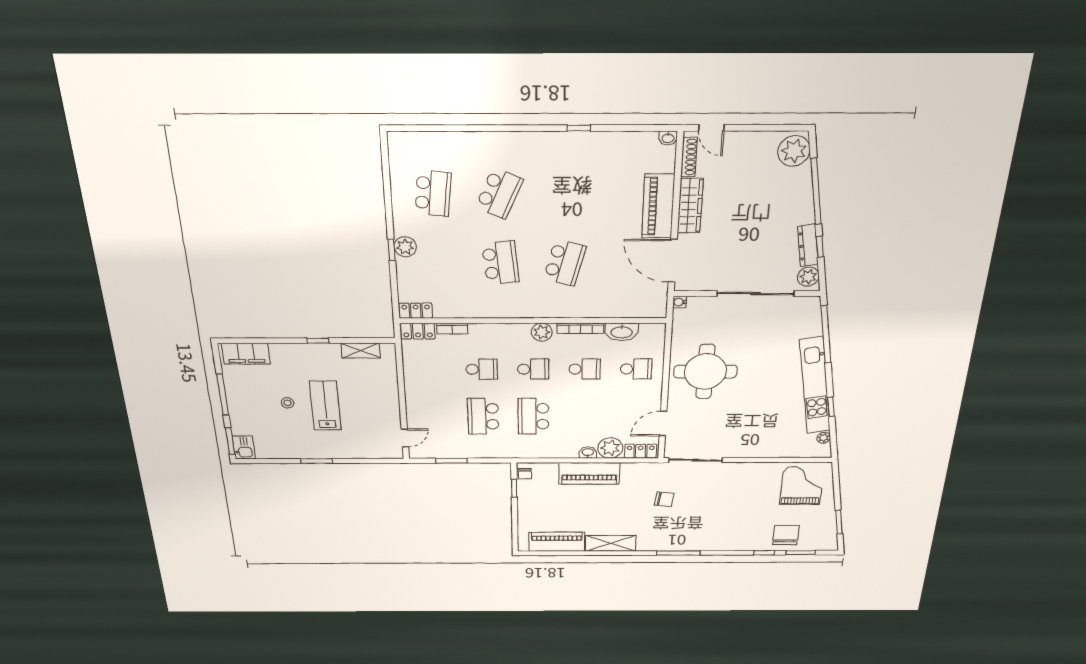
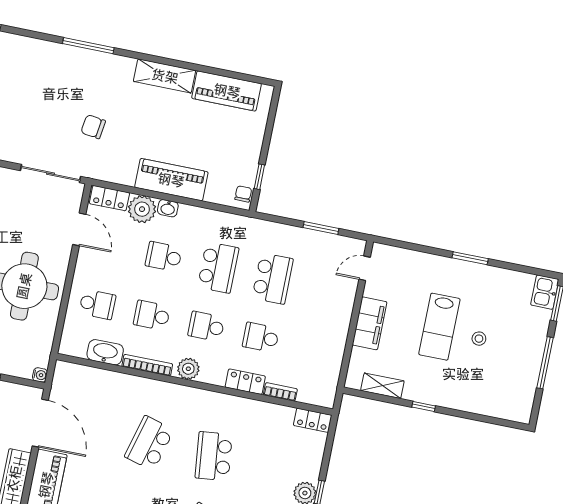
locker: (418, 331) -> (245, 382), moved
filing cabinet: (246, 354) -> (370, 323), moved, turned 90
school desk: (636, 369) -> (97, 304), turned 180
school desk: (584, 416) -> (164, 257), added
door: (663, 424) -> (79, 229), hinge flipped

